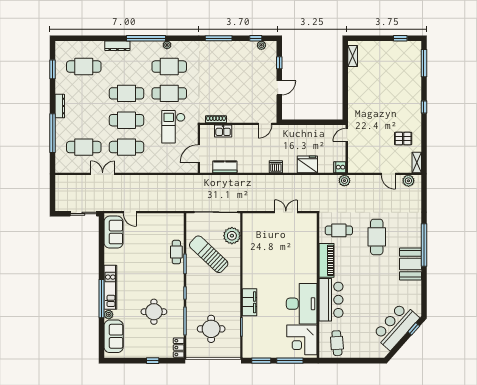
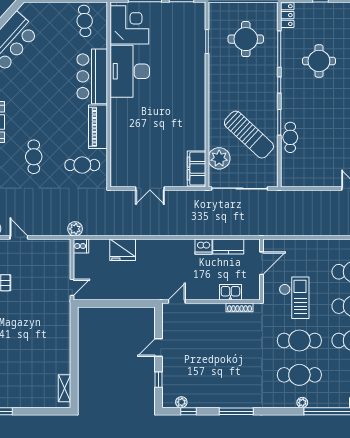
dishwasher: (276, 167) -> (203, 247), moved
cafe table: (377, 237) -> (34, 157), width x0.73, depth x0.74
filing cabinet: (250, 302) -> (196, 168), moved

